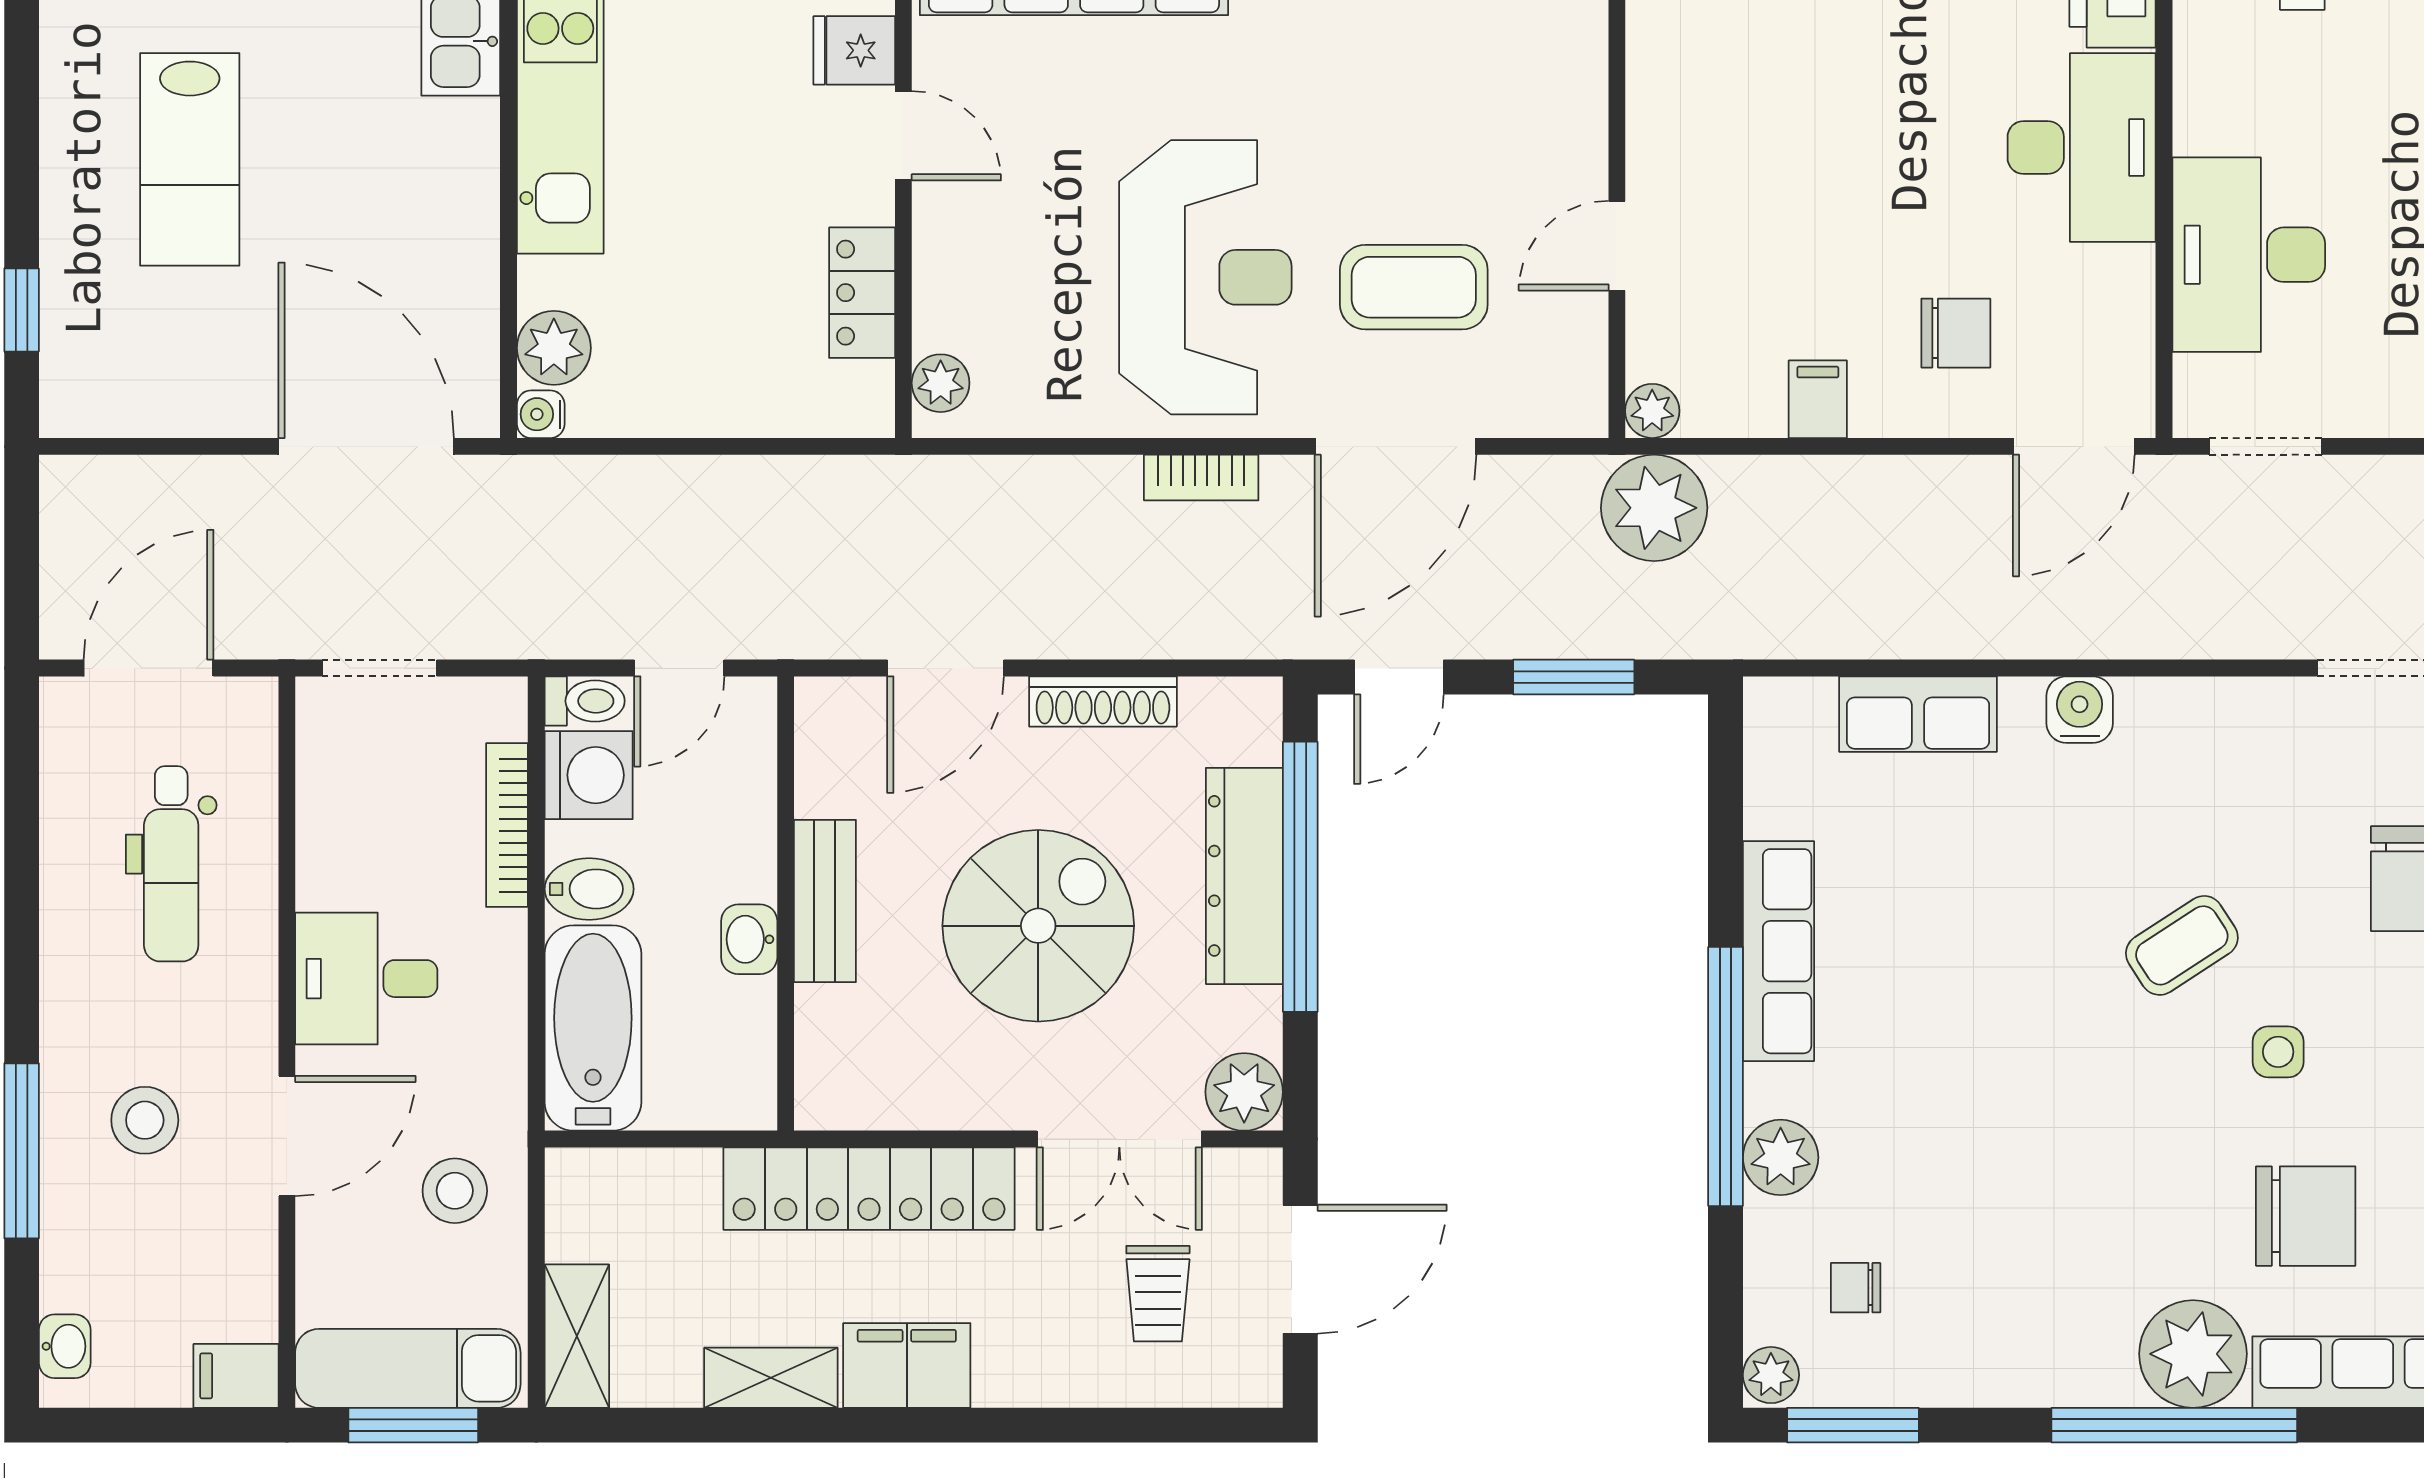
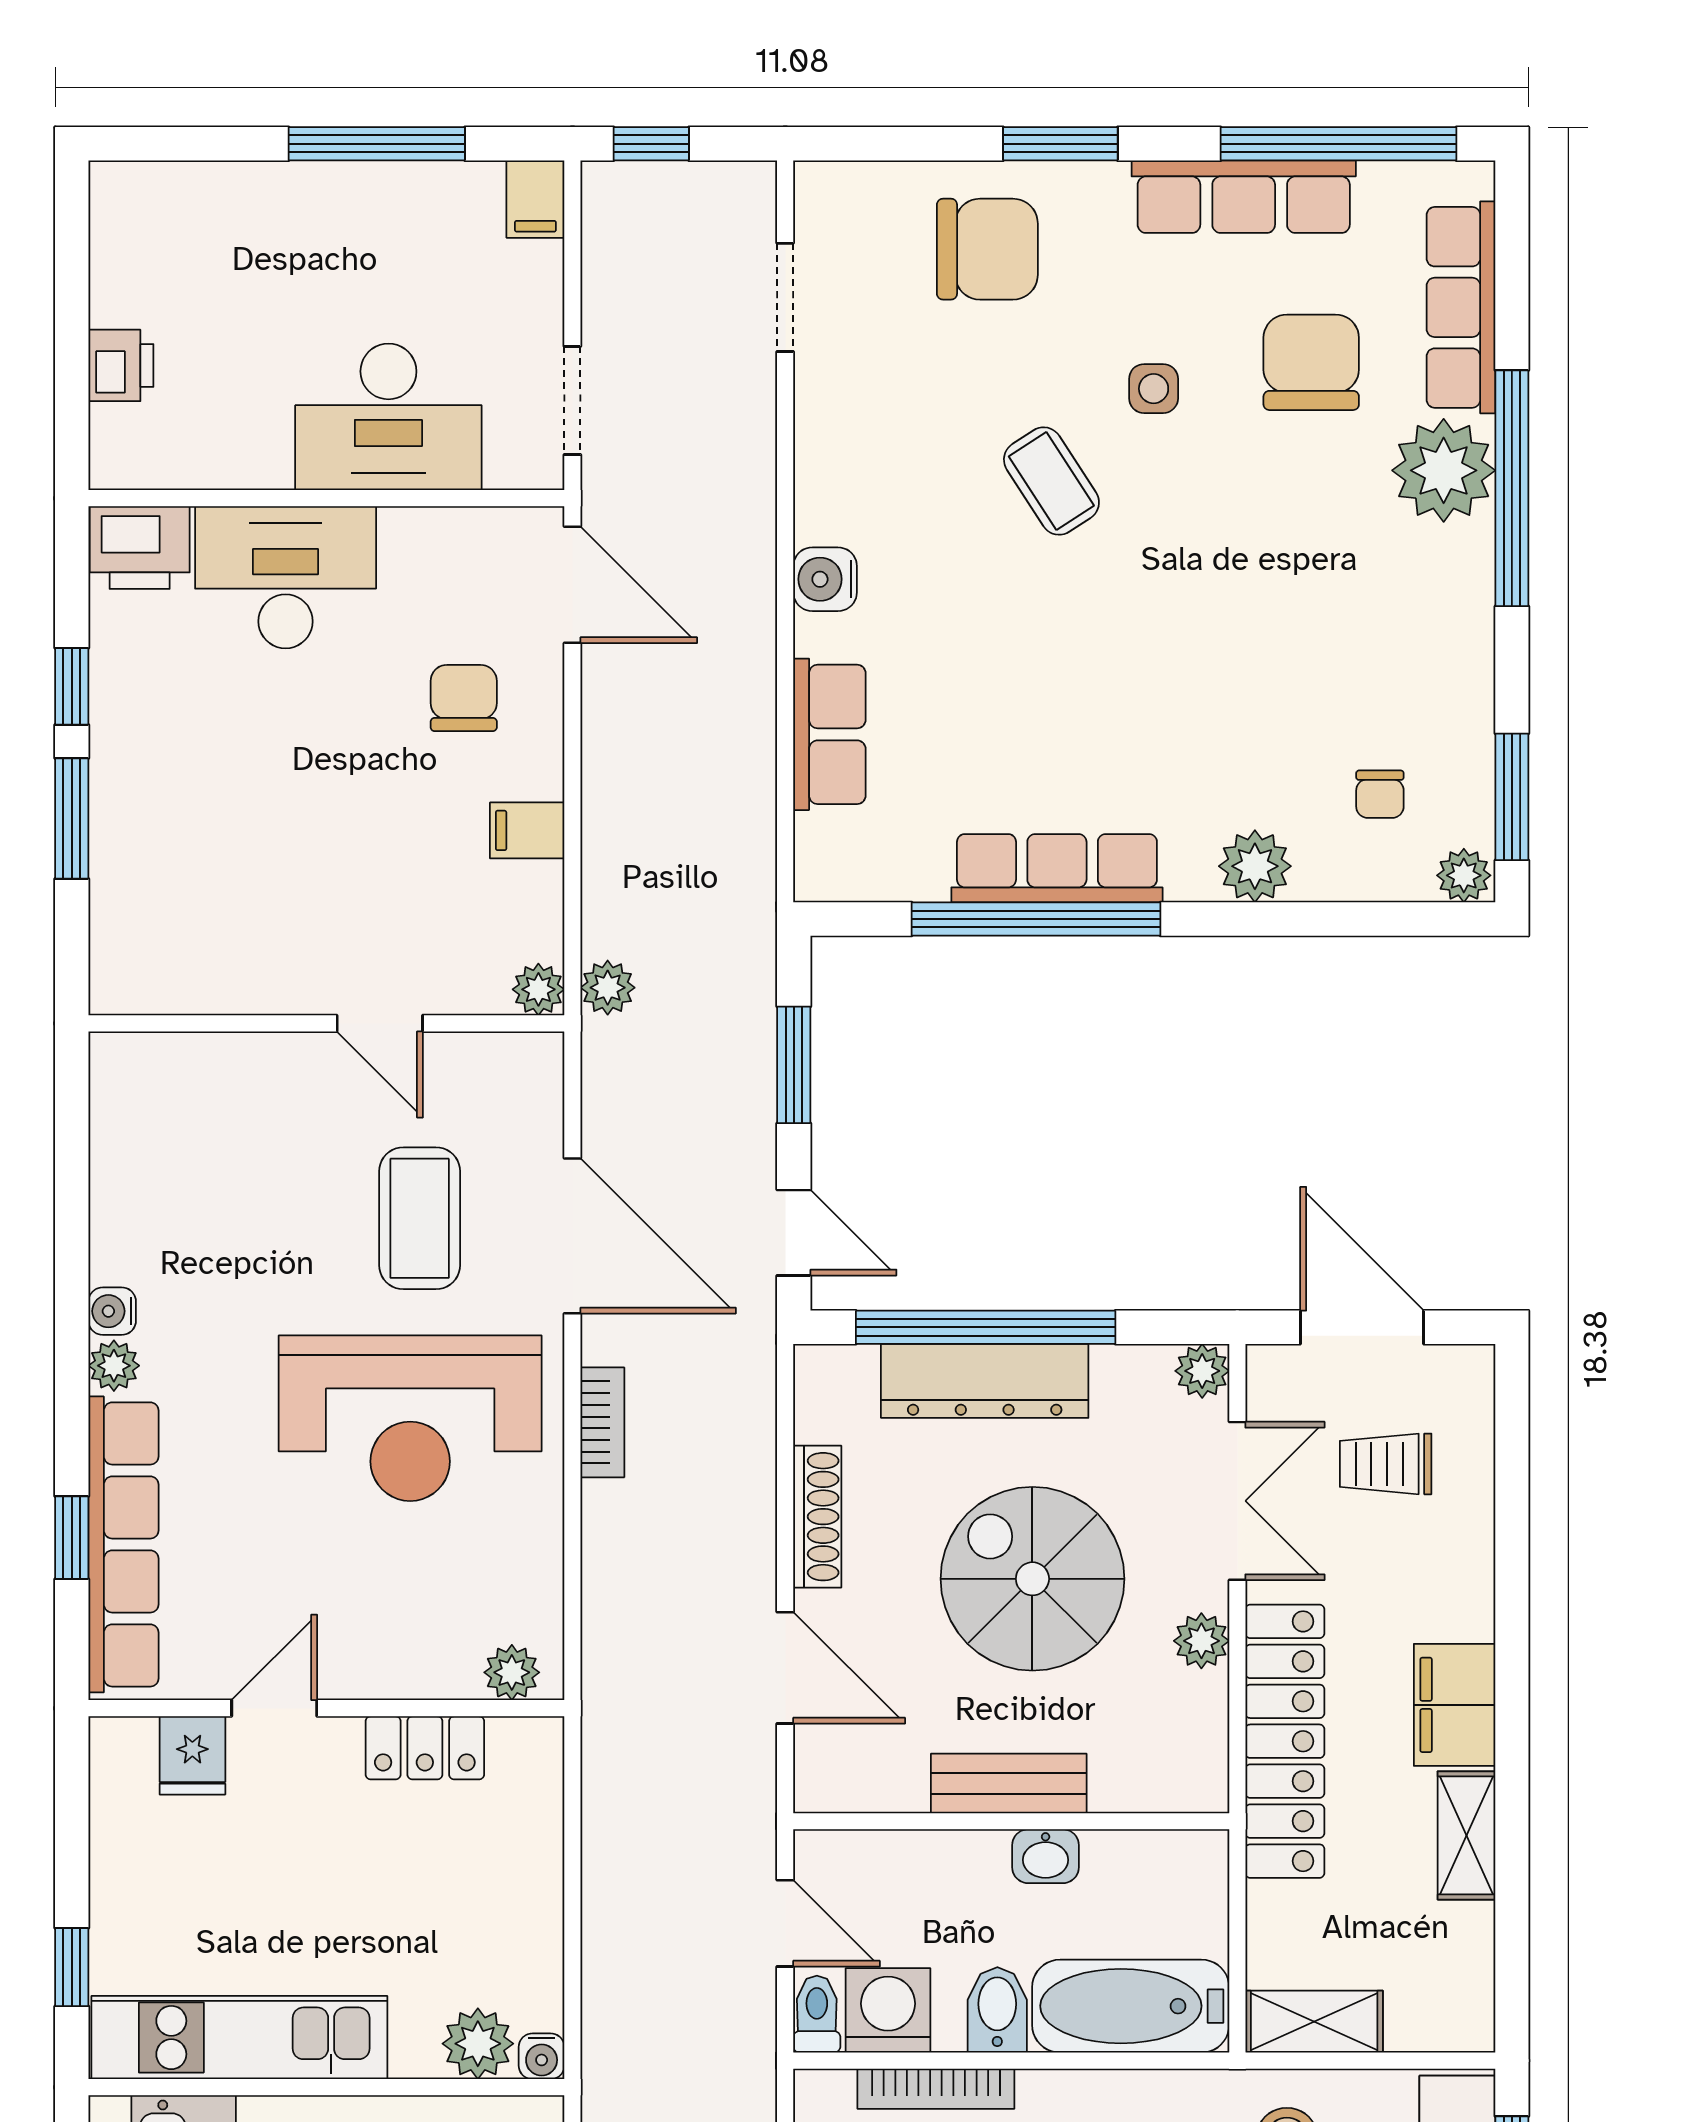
reception desk: (1205, 277) -> (410, 1418), turned 180
plant: (1654, 508) -> (608, 988), width x0.53, depth x0.53
window: (1726, 1076) -> (1036, 919), moved
plant: (1244, 1092) -> (1202, 1371), width x0.73, depth x0.73
plant: (974, 1102) -> (1201, 1641), added
trolley: (1158, 1294) -> (1386, 1464), turned 180
shelving: (577, 1336) -> (1314, 2022), moved

